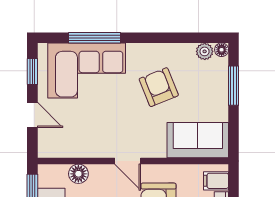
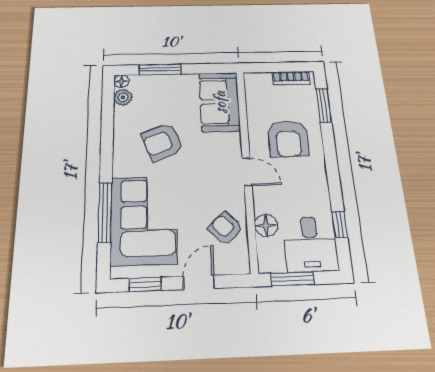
armchair: (77, 139) -> (226, 228), added
door: (128, 161) -> (247, 172), hinge flipped
filing cabinet: (216, 181) -> (262, 84), removed

